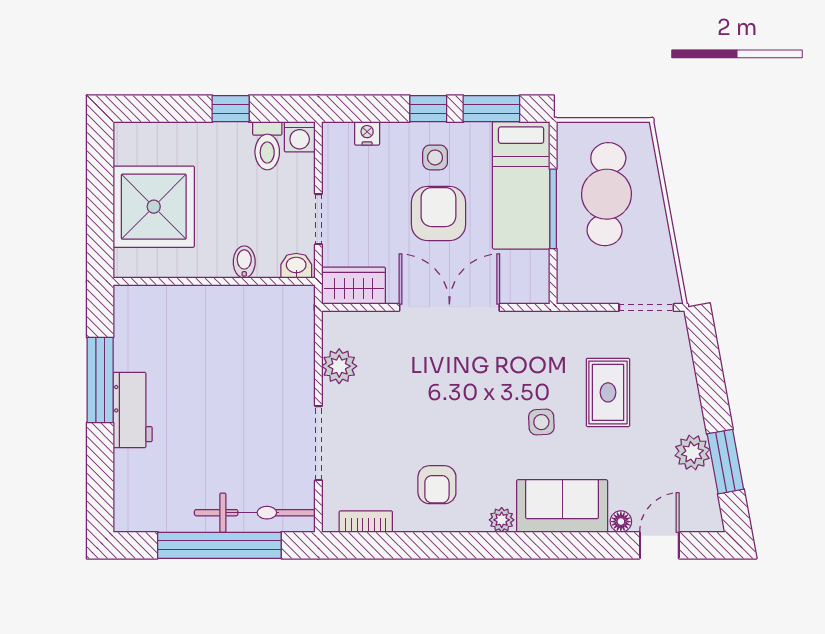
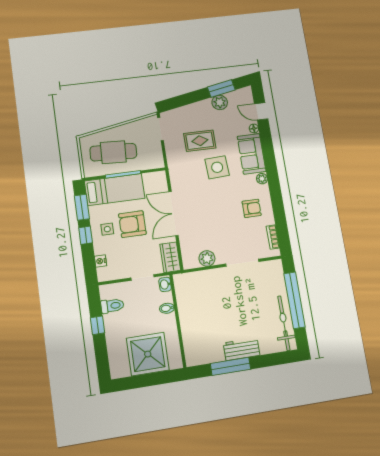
washing machine: (300, 137) -> (106, 292), removed
side table: (541, 422) -> (217, 167), width x1.87, depth x1.87
bicycle: (255, 513) -> (284, 323), moved

